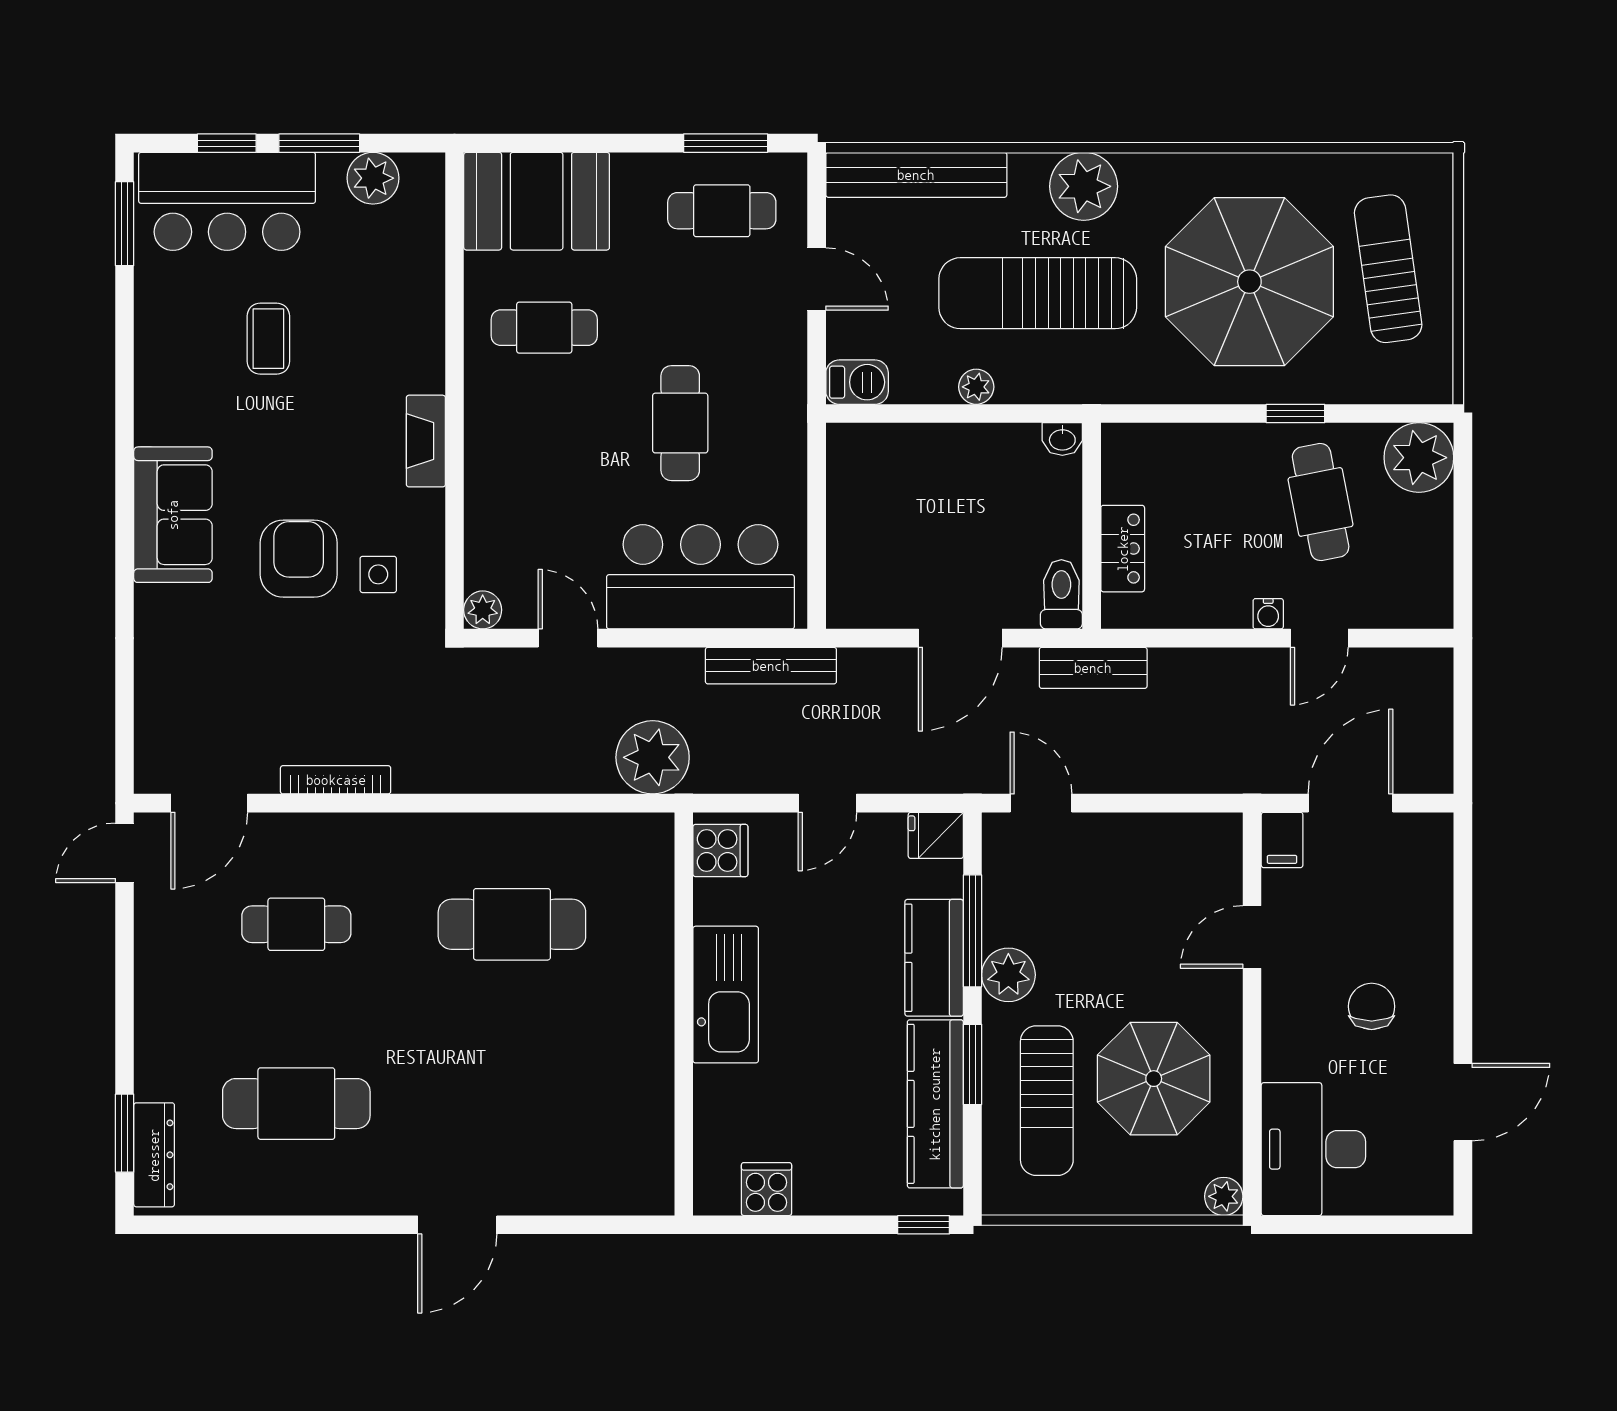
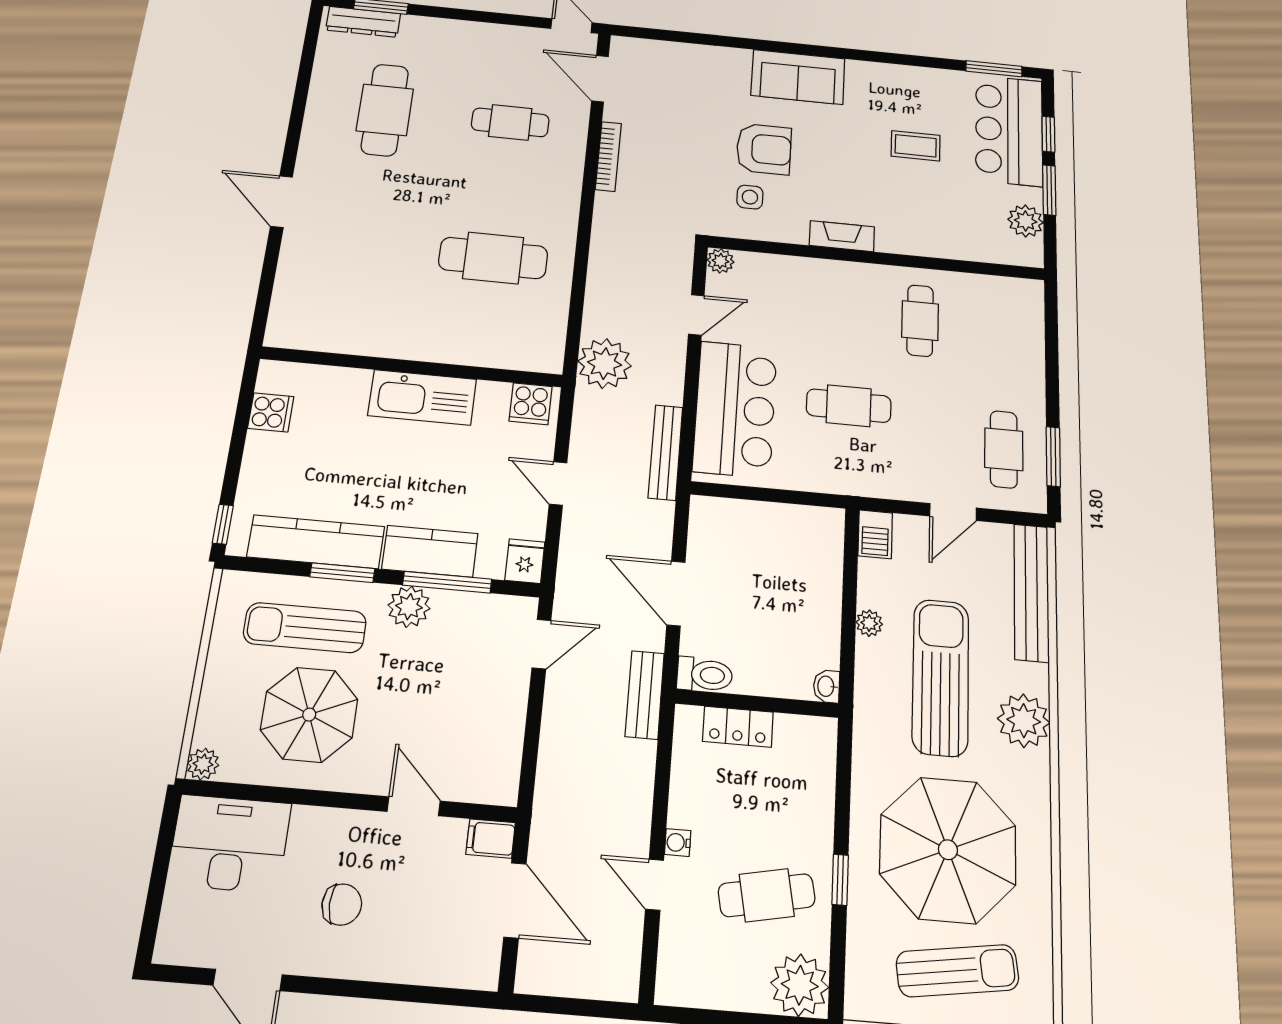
booth: (537, 201) -> (1010, 324), removed
cafe table: (296, 924) -> (510, 122), turned 90
cafe table: (512, 924) -> (493, 258), turned 90

